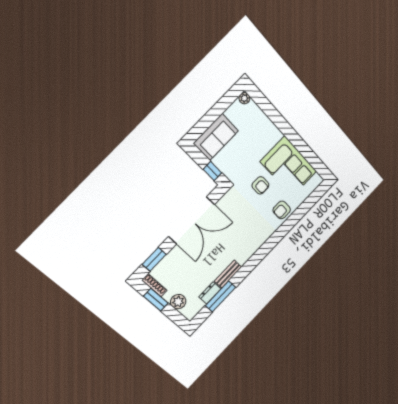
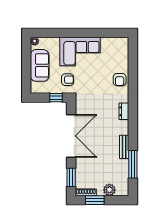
sofa: (216, 137) -> (40, 65), moved
corner sofa: (289, 166) -> (80, 51), moved
armchair: (260, 185) -> (68, 80), moved
dresser: (210, 293) -> (124, 111), moved

